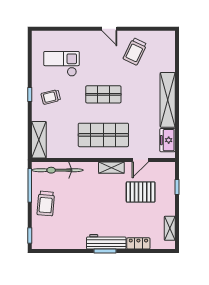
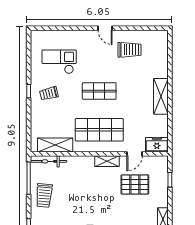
trolley: (135, 51) -> (129, 50), turned -116
shelving: (168, 100) -> (161, 96), width x0.68
shelving: (39, 140) -> (55, 145), moved, turned 90
freezer: (168, 140) -> (157, 145), moved, turned 90
bicycle: (57, 170) -> (49, 161), width x0.73, depth x0.71

